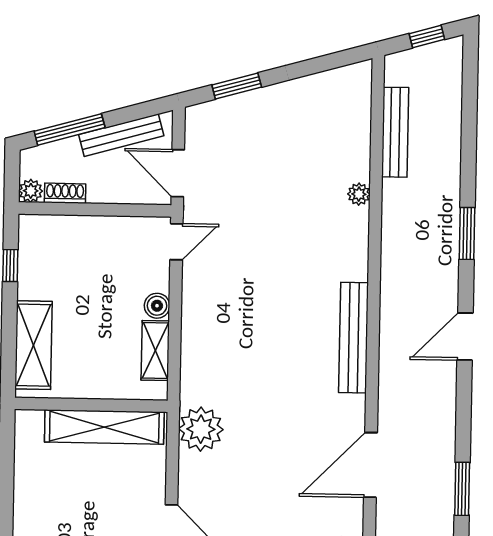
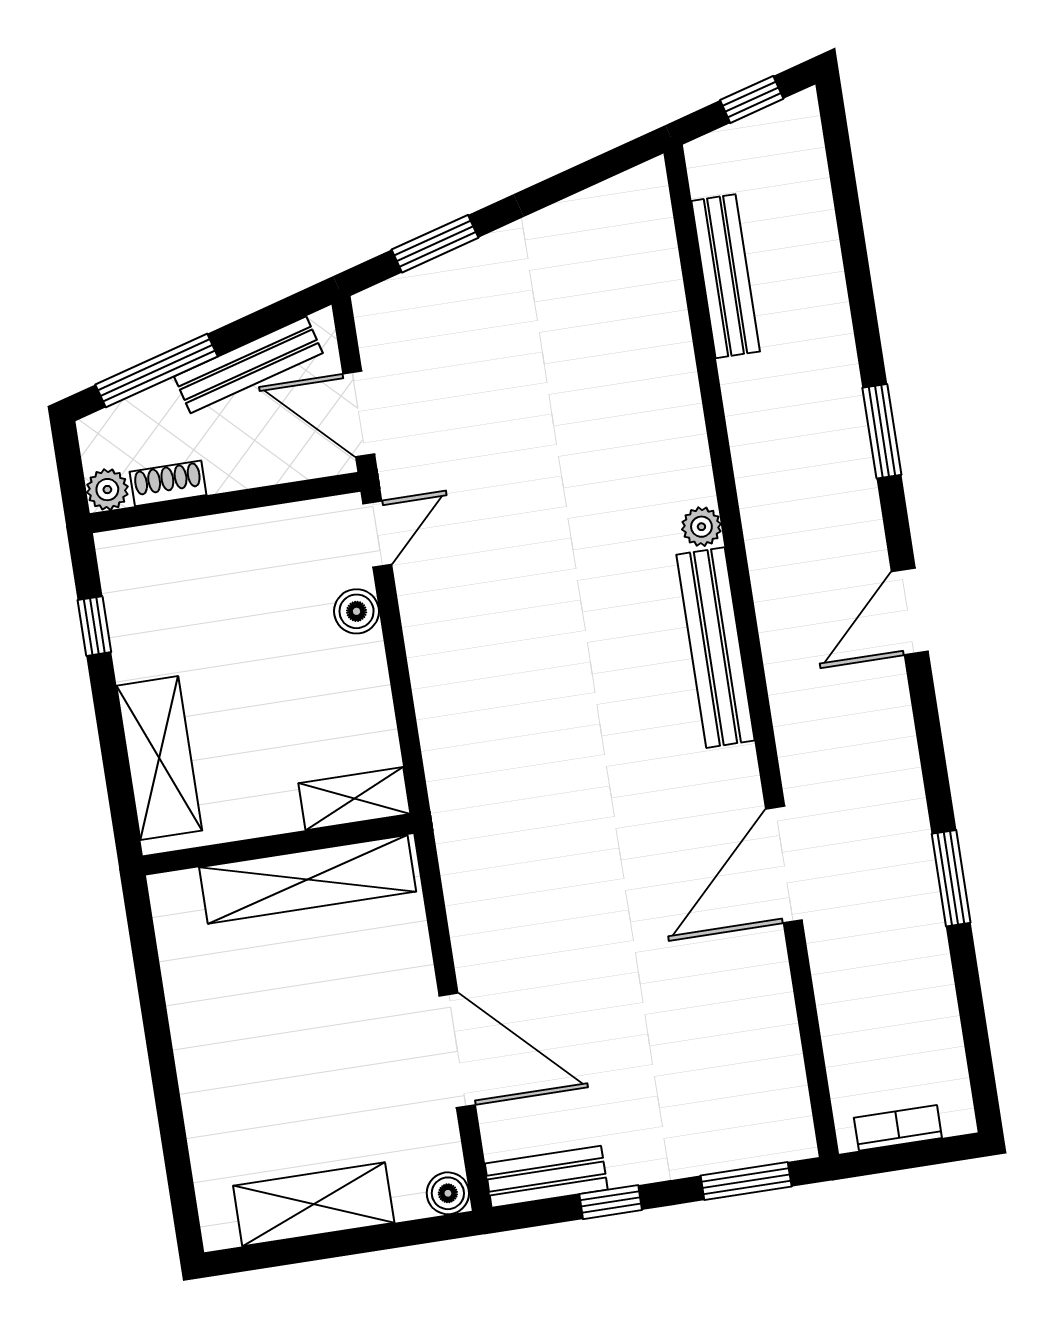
plant: (359, 194) -> (701, 527), moved
boiler: (157, 306) -> (357, 611), moved
shelving: (155, 350) -> (354, 799), moved, turned 90
plant: (201, 429) -> (477, 854), removed

